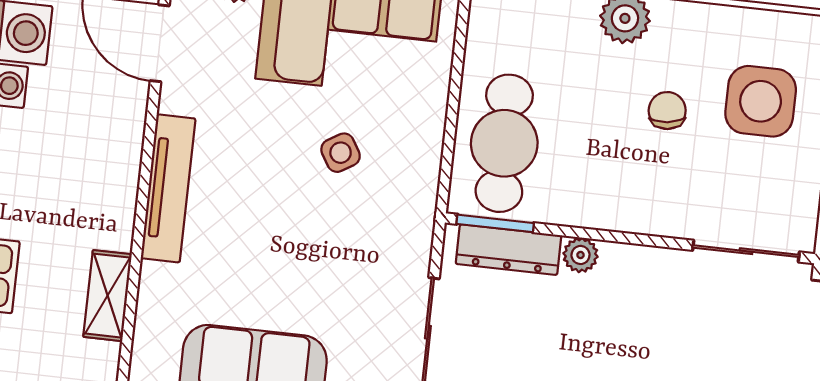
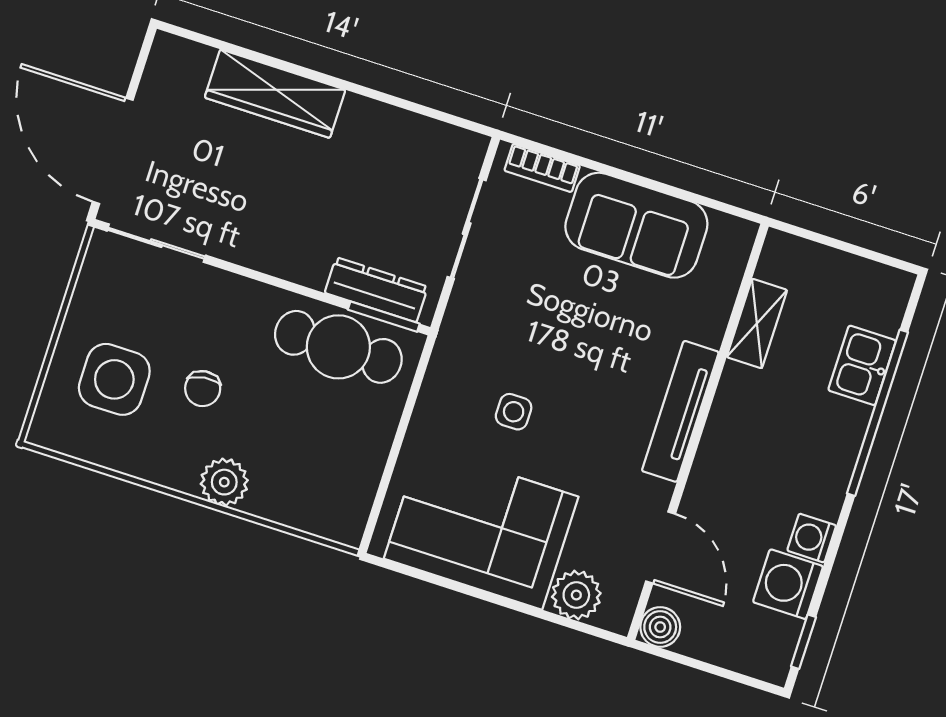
cafe table: (504, 143) -> (338, 347), moved, turned 90
side table: (341, 153) -> (514, 412), turned 31
plant: (580, 255) -> (311, 271), removed

